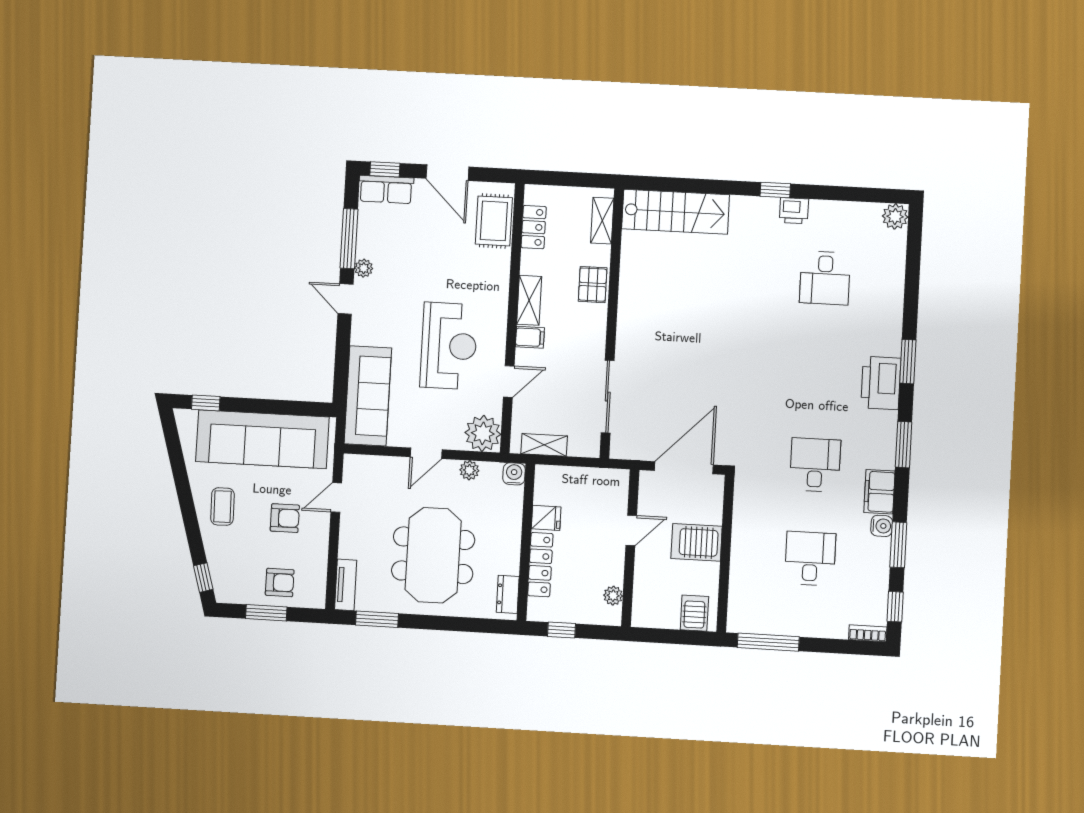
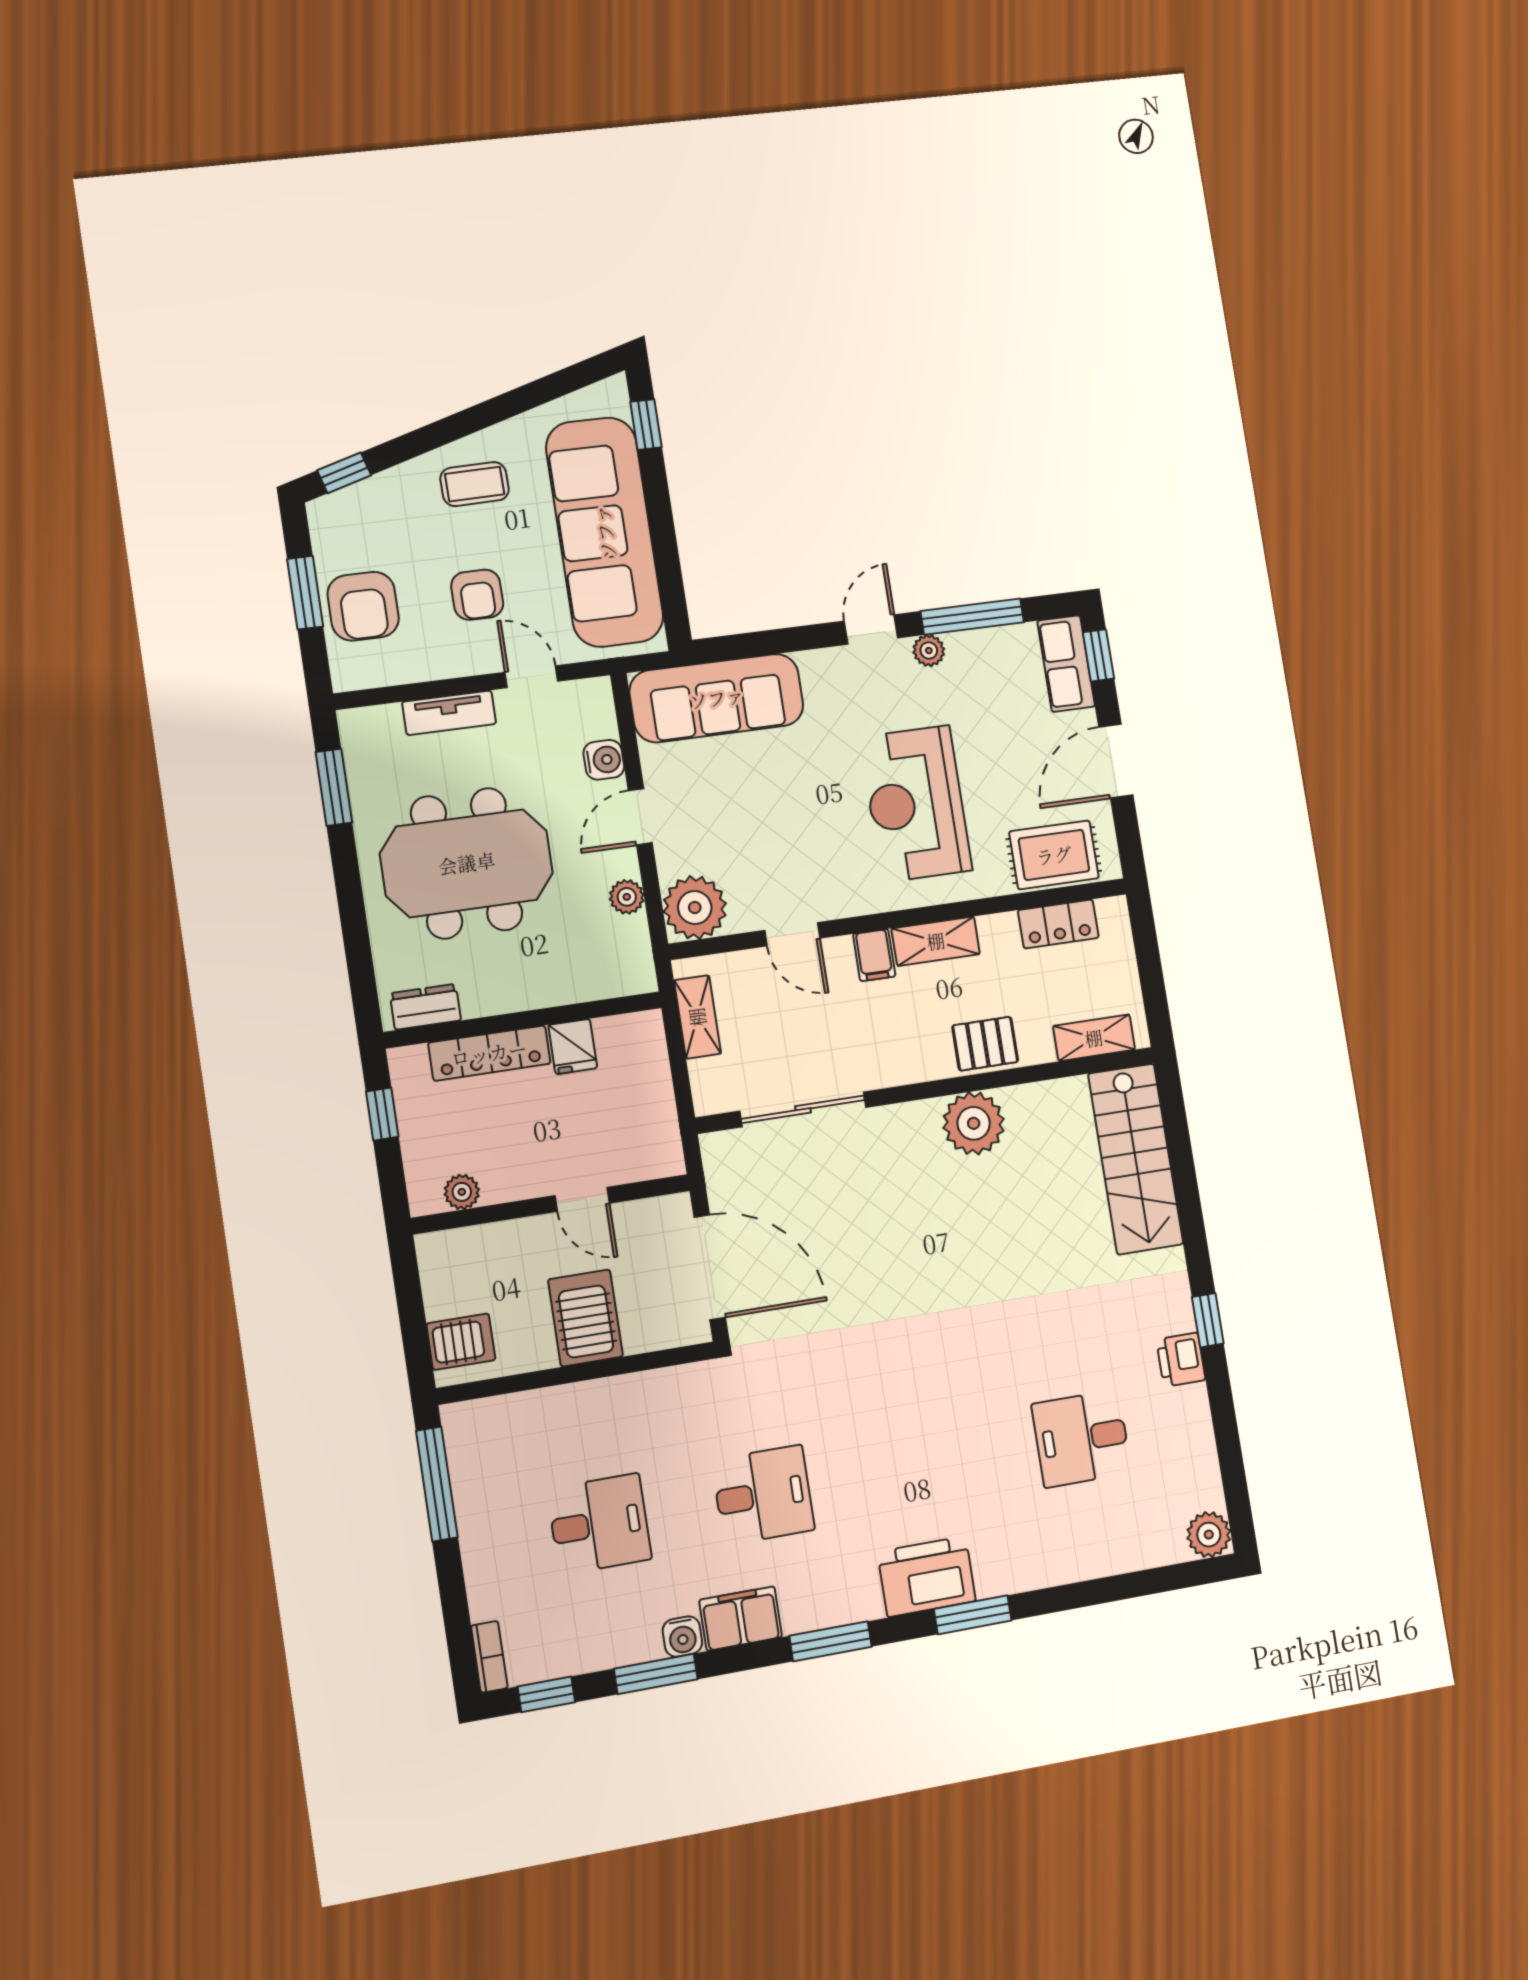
plant: (636, 301) -> (974, 1123), added
reception desk: (449, 346) -> (916, 804), moved, turned 90
door: (426, 453) -> (640, 817), hinge flipped
water cooler: (514, 474) -> (604, 760), moved
armchair: (280, 583) -> (363, 606), width x1.38, depth x1.38
tv unit: (346, 585) -> (449, 713), moved

